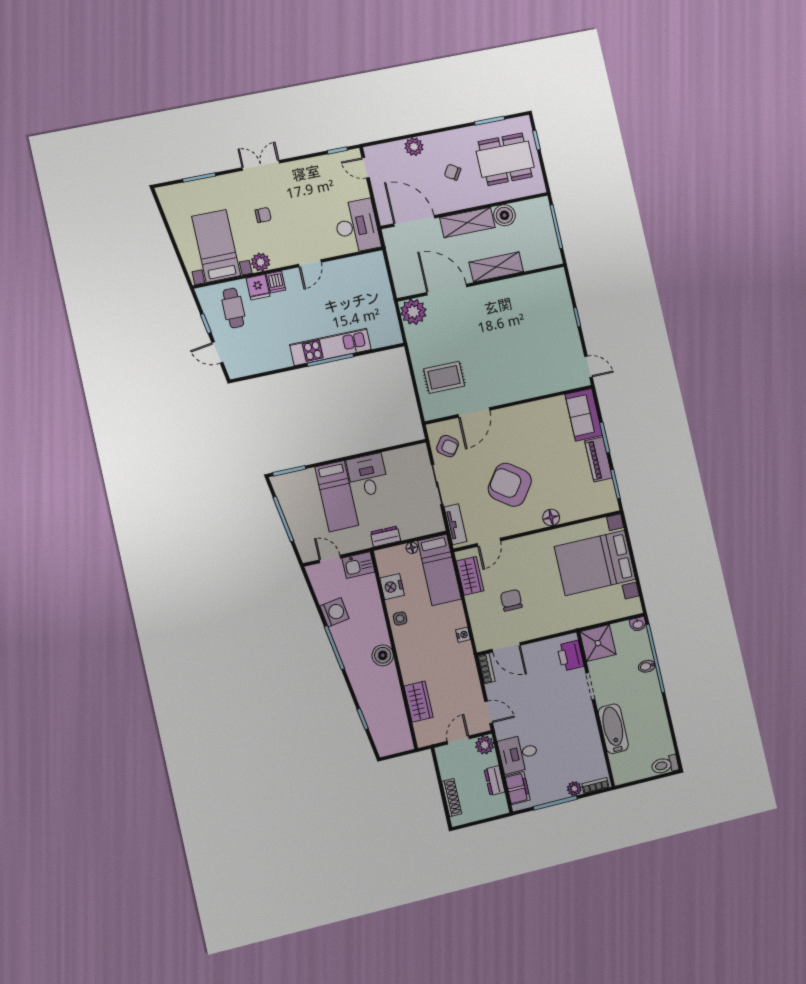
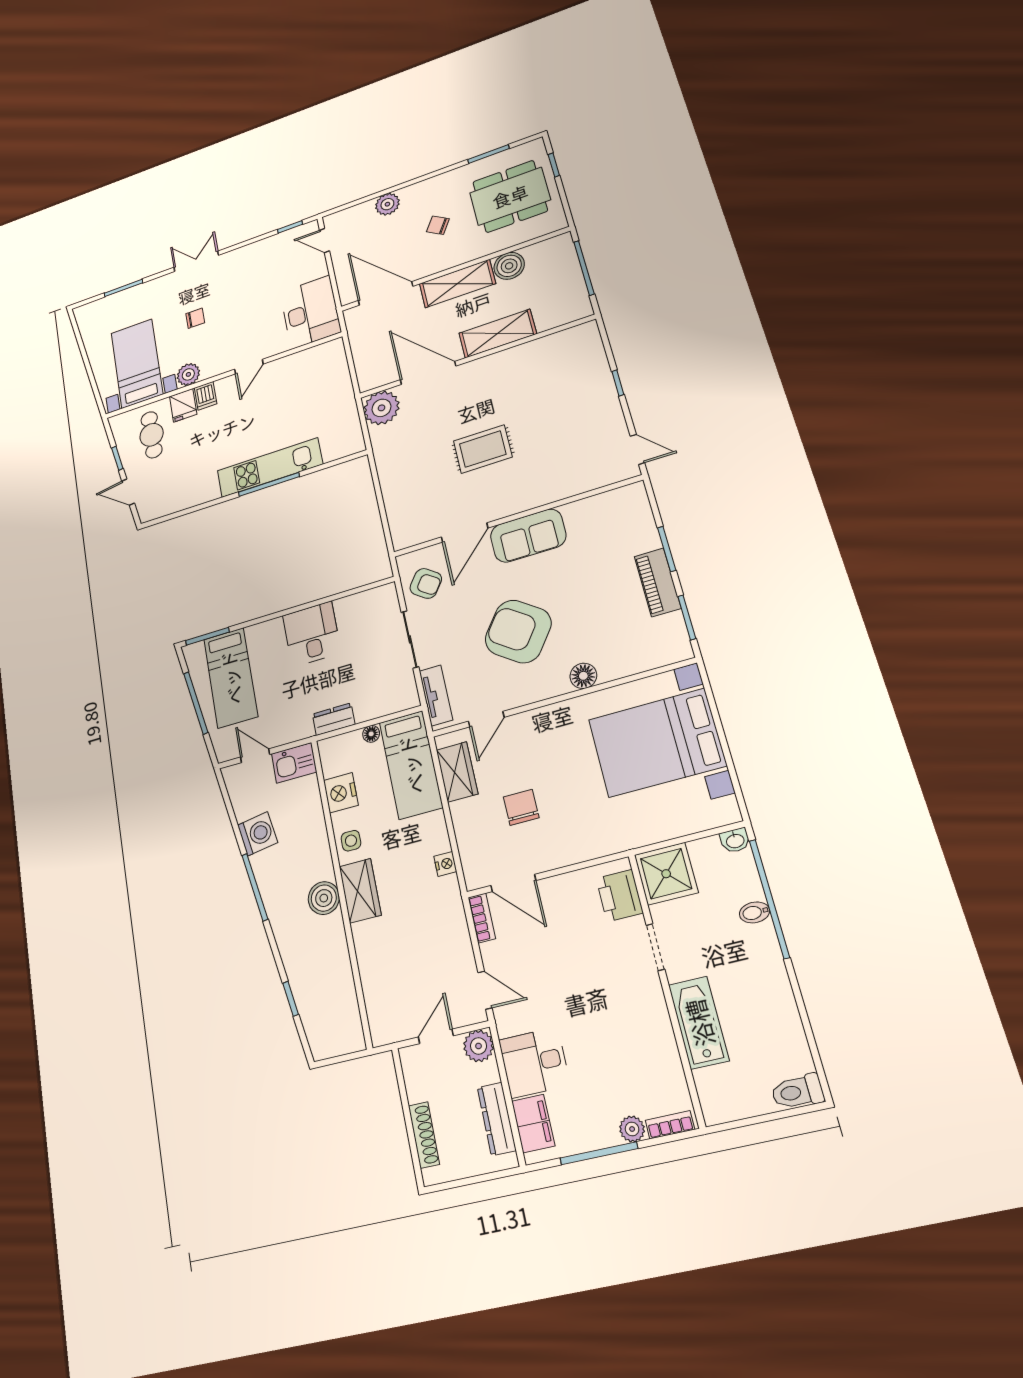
rug: (444, 377) -> (483, 449), moved
sofa: (584, 415) -> (528, 536), moved, turned -90
bed: (337, 496) -> (231, 678), moved
wardrobe: (419, 702) -> (360, 891), moved
dresser: (495, 781) -> (497, 1119), width x1.44

